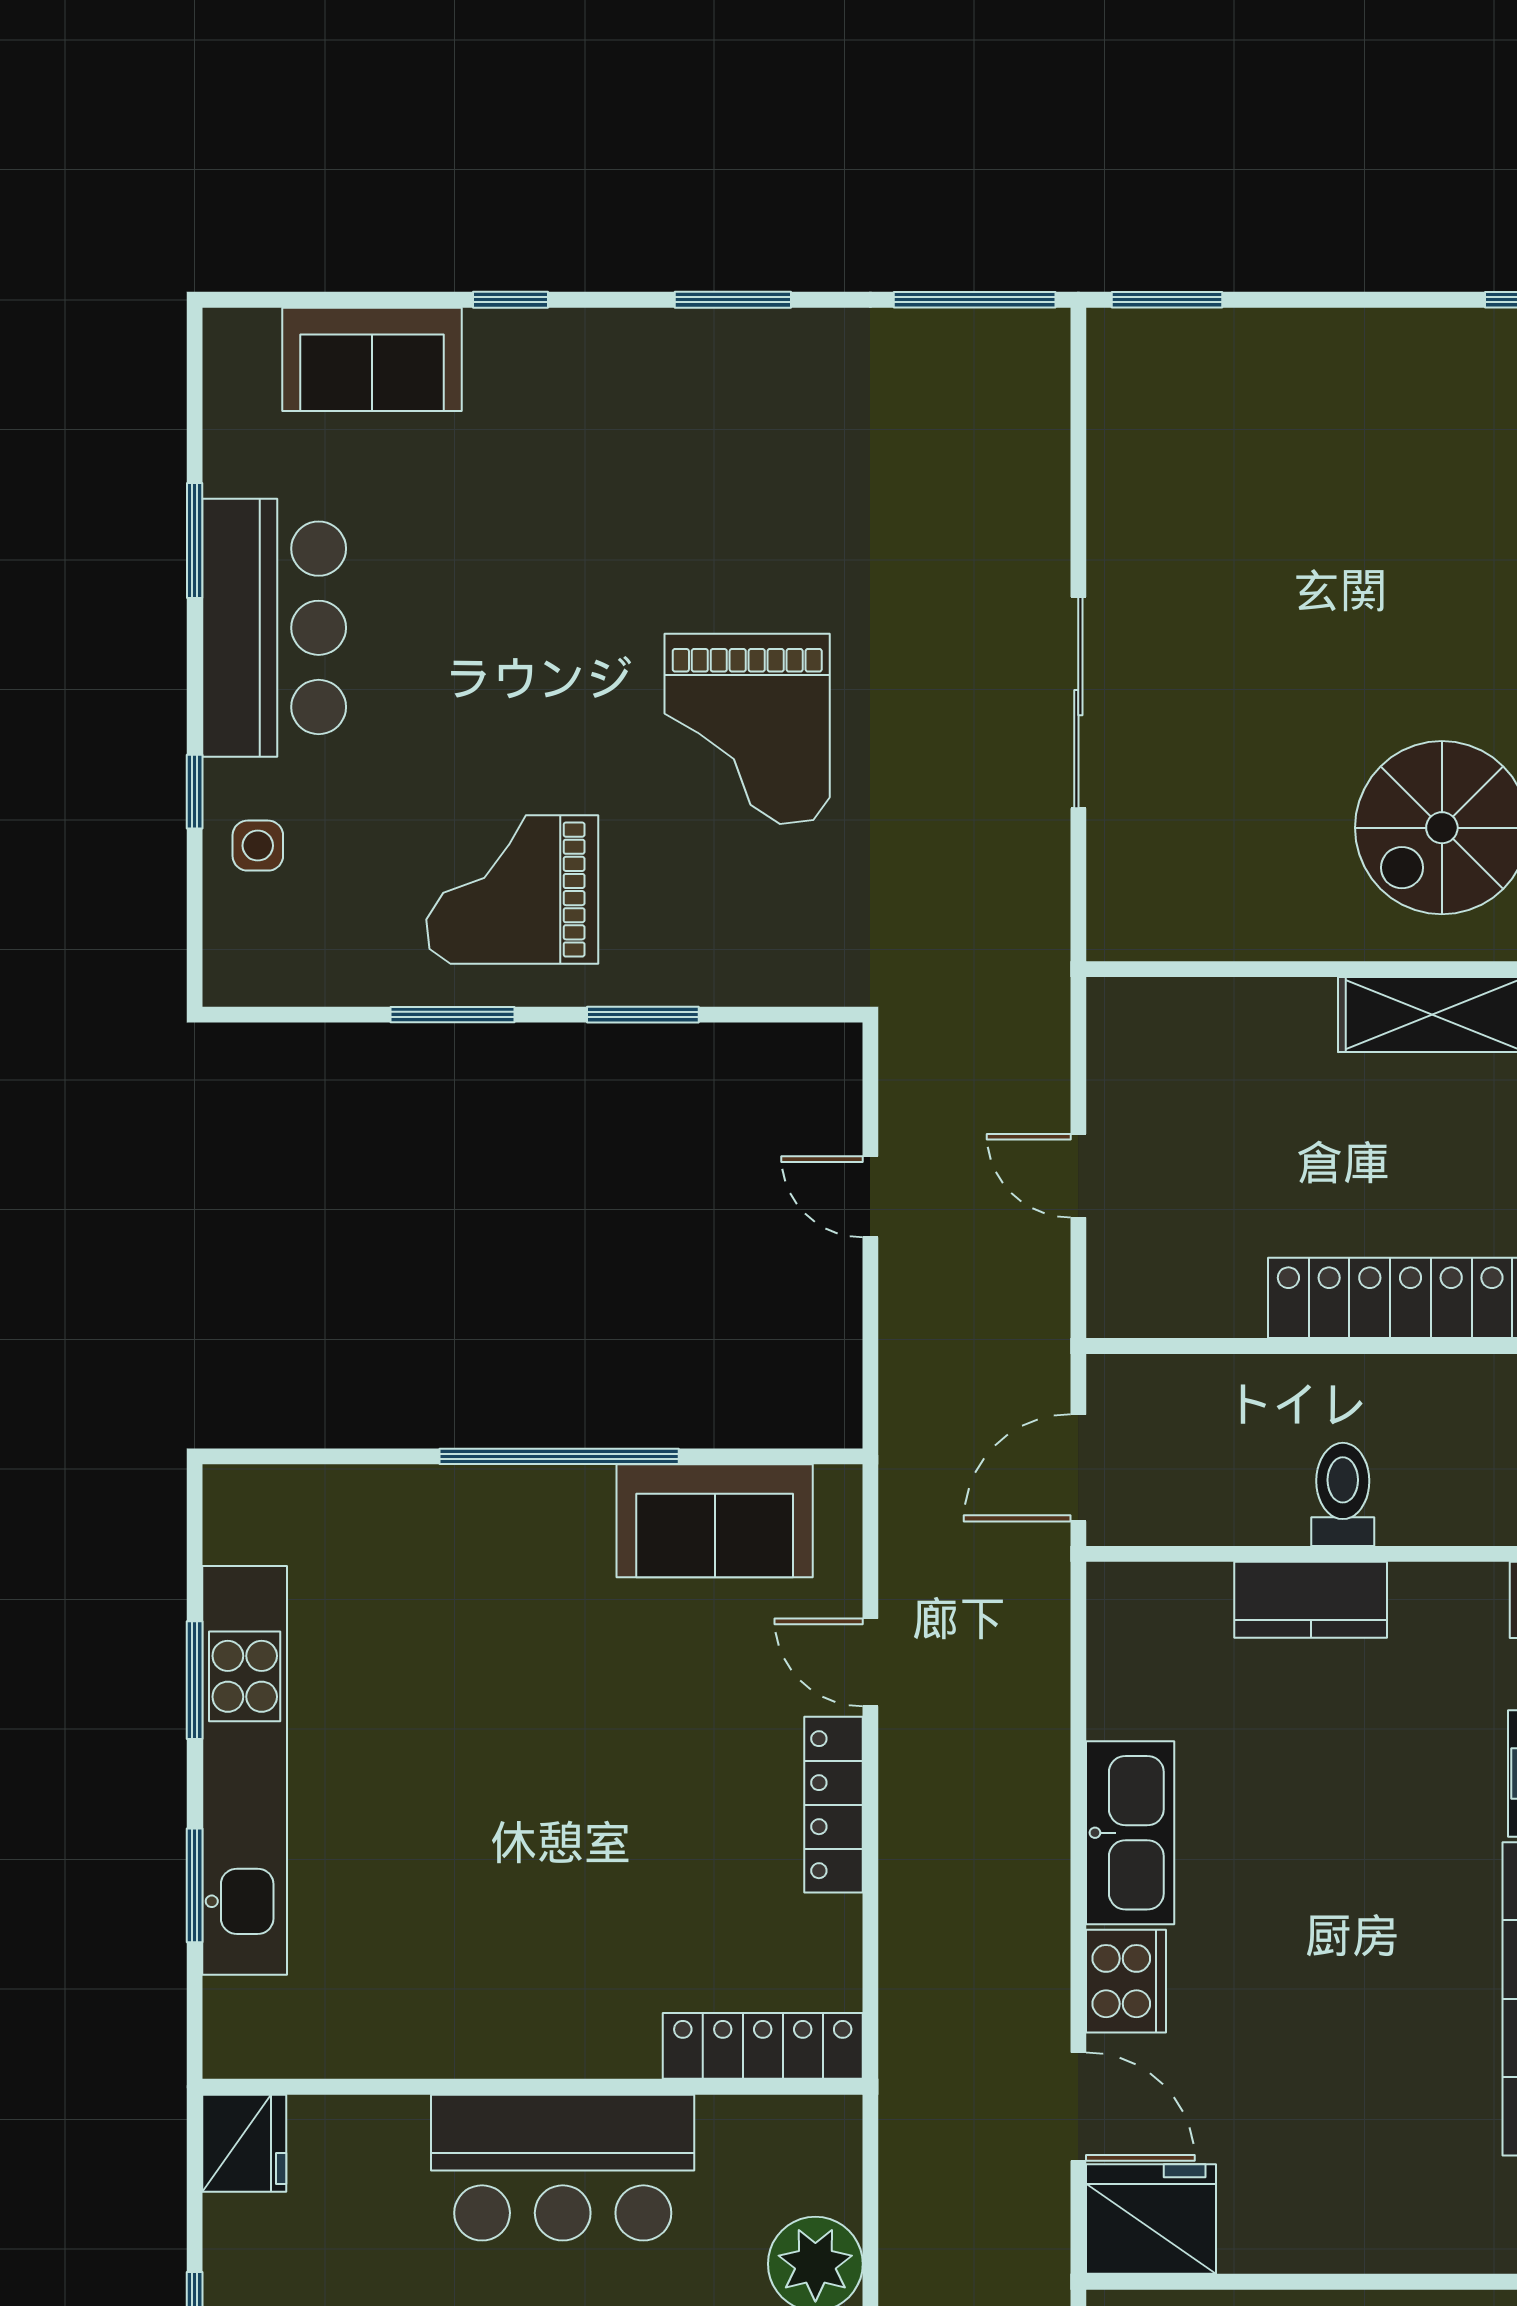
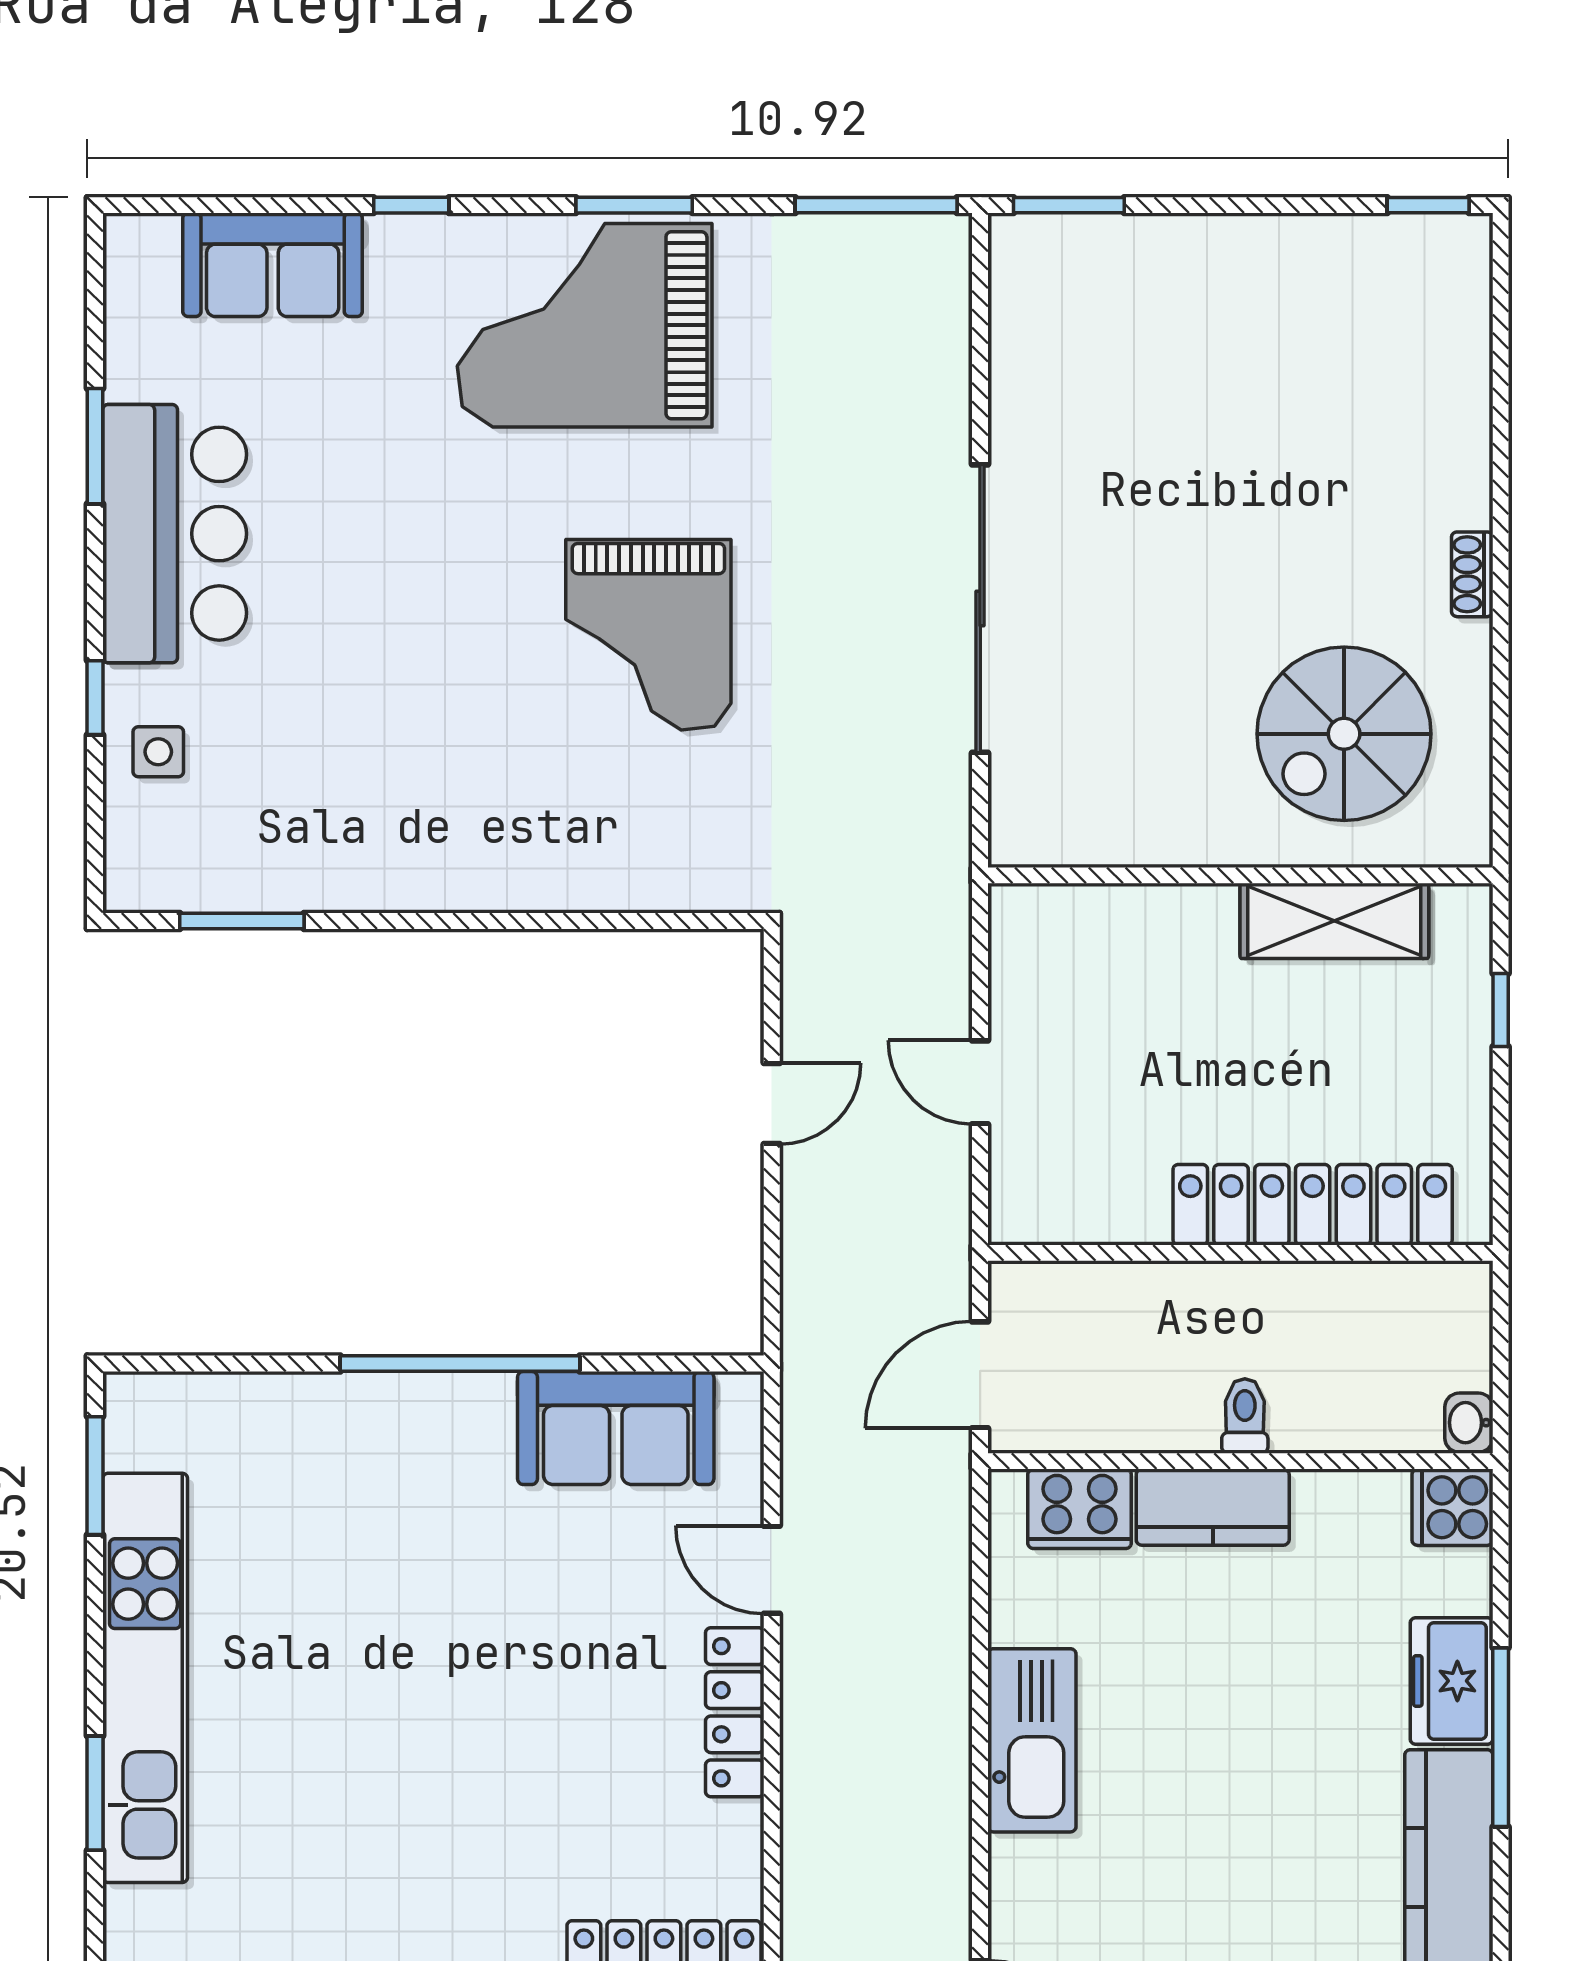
sliding door: (1078, 703) -> (980, 609), width x1.36
grand piano: (512, 890) -> (585, 325), moved, width x1.37, depth x1.48
window: (453, 1015) -> (242, 921), moved
window: (643, 1015) -> (544, 921), removed
door: (870, 1197) -> (772, 1104), swing flipped
toilet: (1343, 1494) -> (1245, 1416), width x0.73, depth x0.72
window: (195, 1680) -> (95, 1476), moved
cooker: (1126, 1981) -> (1080, 1509), moved, turned 90

